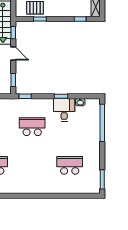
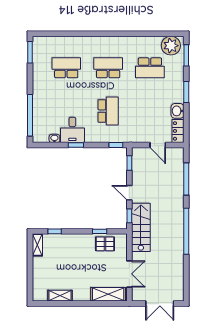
school desk: (32, 127) -> (108, 111), turned -90
school desk: (32, 165) -> (108, 68), added
school desk: (70, 165) -> (66, 68), turned 180

